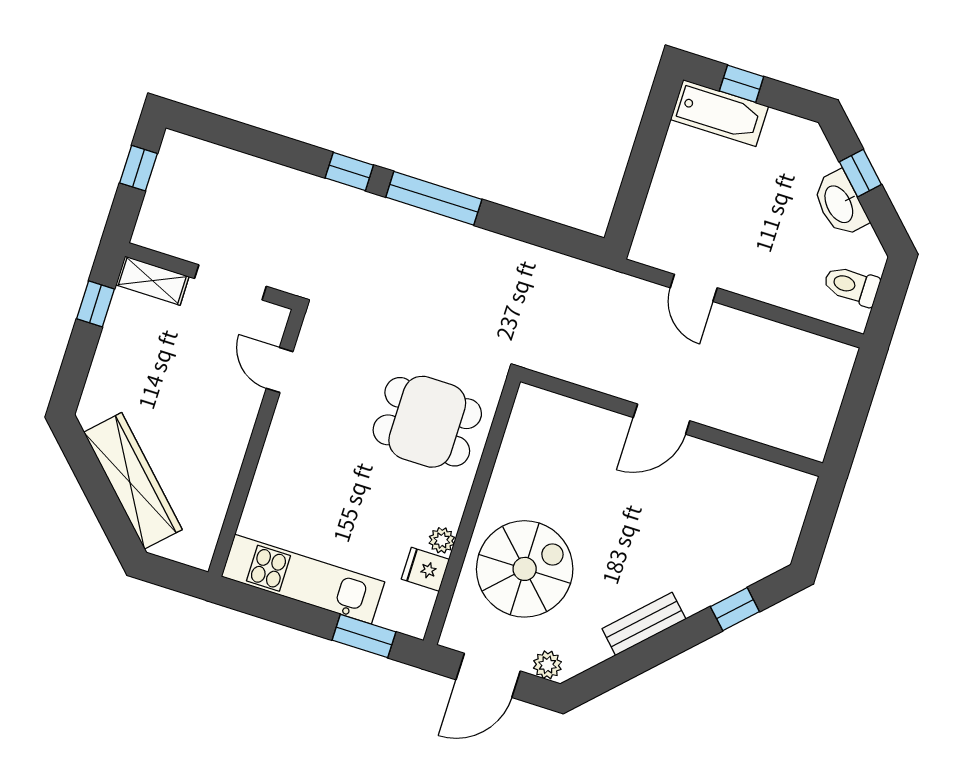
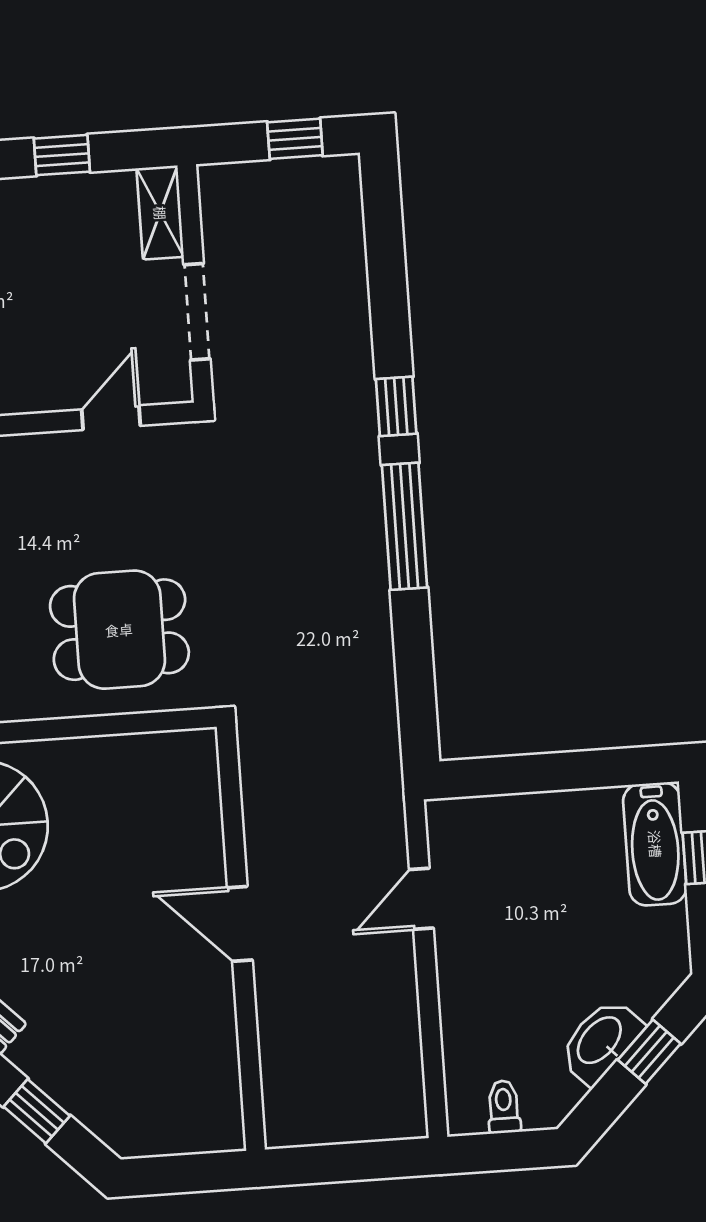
toilet: (852, 286) -> (504, 1107), width x0.73, depth x0.72
window: (95, 304) -> (62, 155), moved
dining table: (427, 422) -> (119, 630), turned 90

